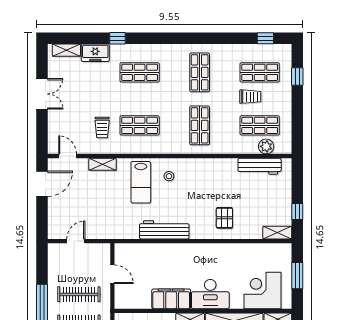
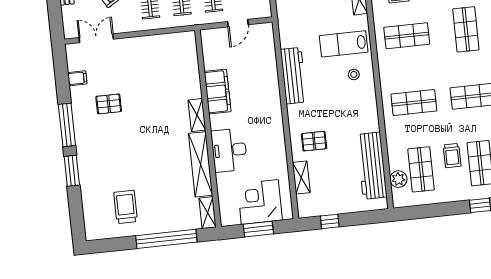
shop shelf: (140, 125) -> (407, 36), turned 90
workbench: (260, 166) -> (372, 166), width x1.36, depth x1.32
shelving: (277, 233) -> (301, 178), moved
corner desk: (263, 290) -> (260, 202), moved, turned -90
desk: (210, 294) -> (229, 150), moved

